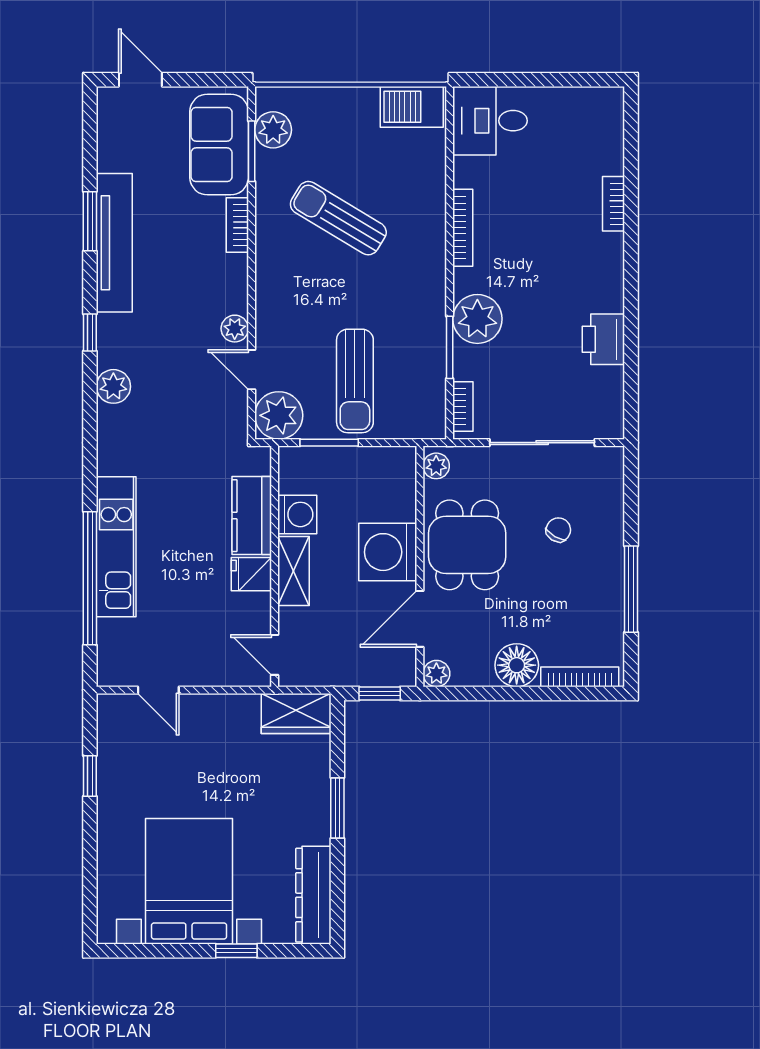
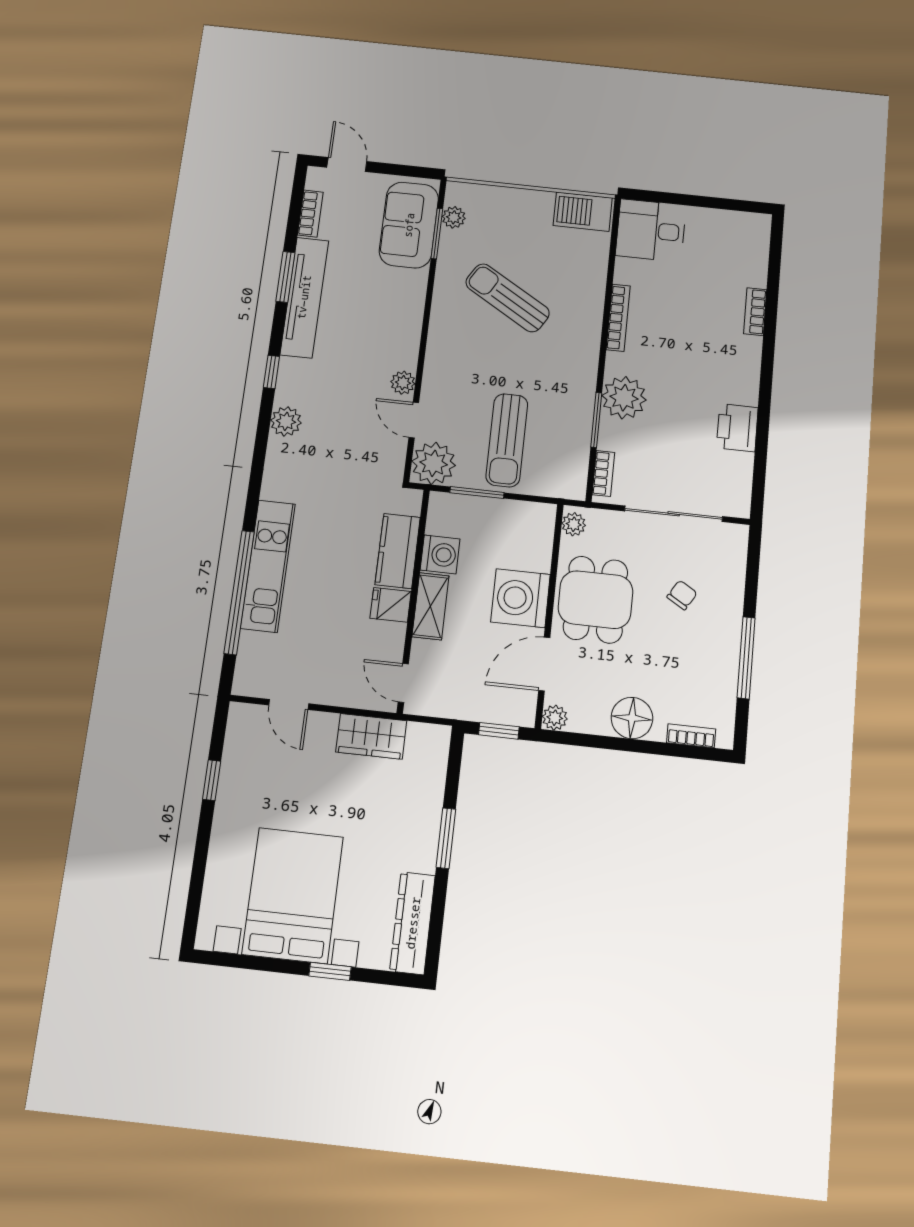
plant: (273, 130) -> (454, 217), width x0.73, depth x0.73
bookcase: (237, 225) -> (310, 214), moved, turned 180
bookcase: (580, 677) -> (691, 736), width x0.64
wardrobe: (296, 714) -> (371, 736), moved

